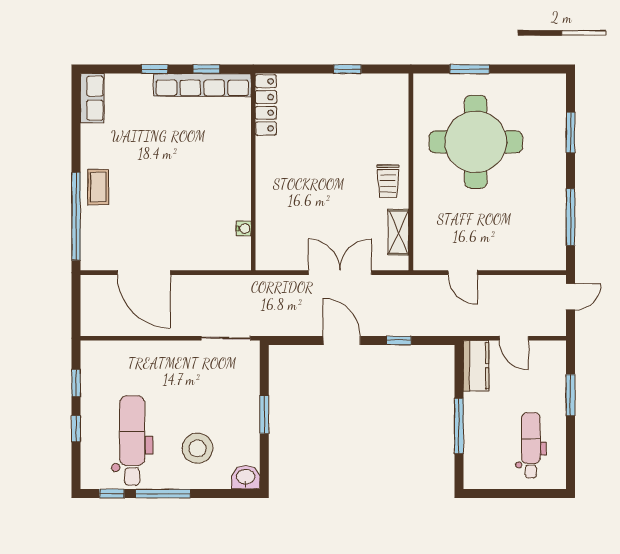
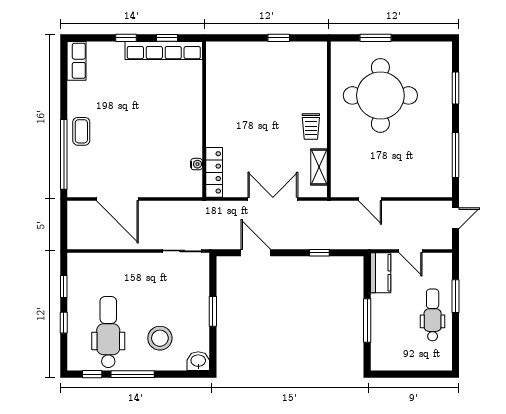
locker: (266, 105) -> (214, 172), moved
door: (342, 340) -> (256, 253), moved
dental chair: (531, 445) -> (433, 315), moved

